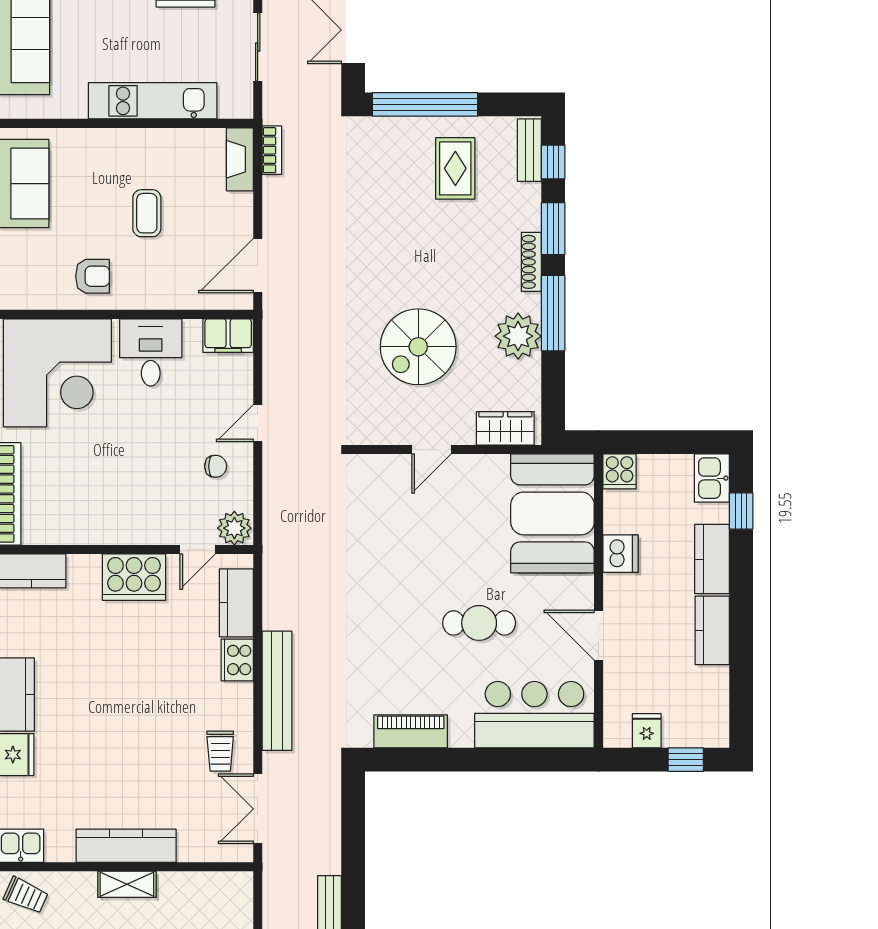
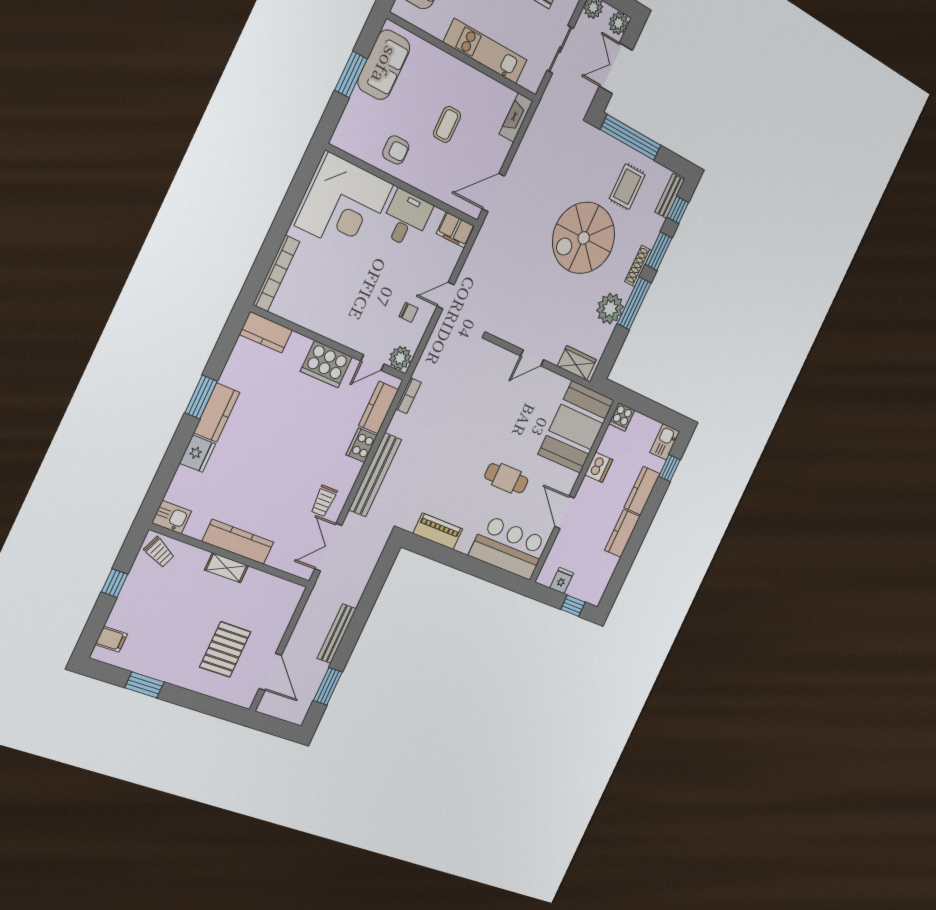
bookcase: (272, 150) -> (409, 396), moved
spiral stairs: (418, 347) -> (584, 238), moved, width x1.37, depth x1.37

